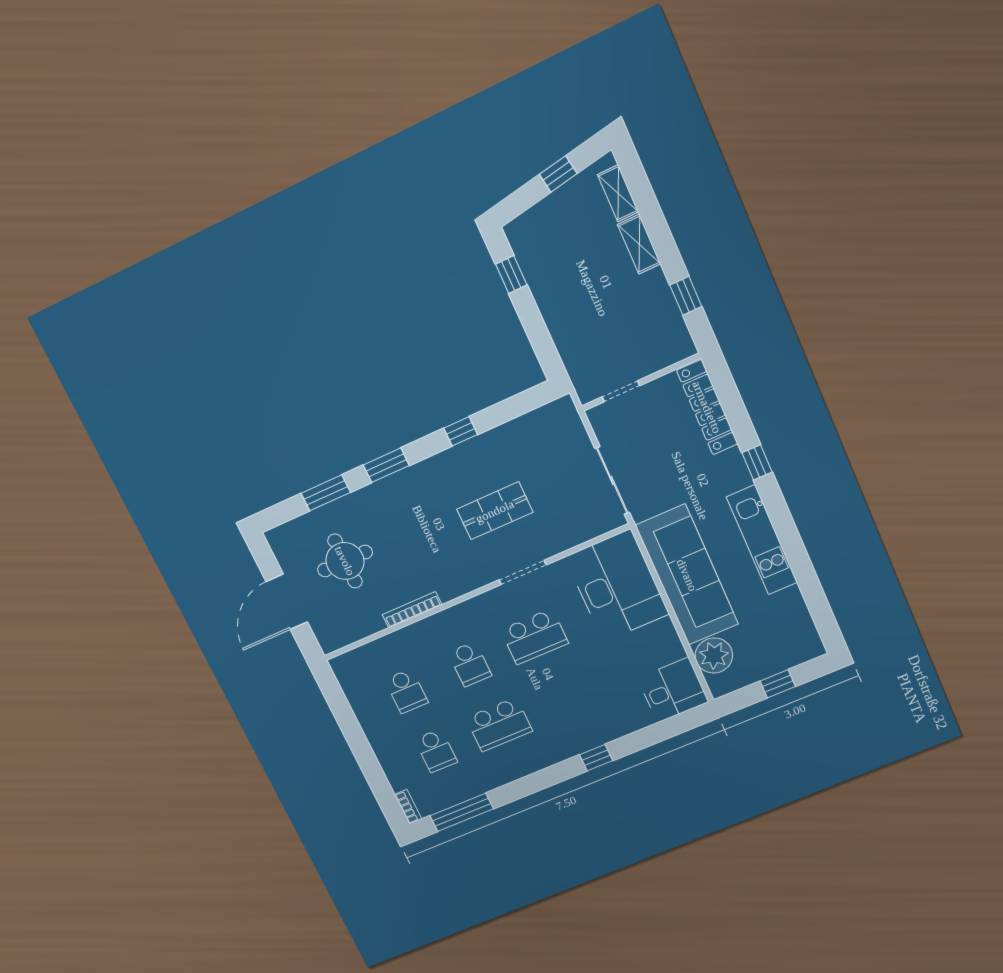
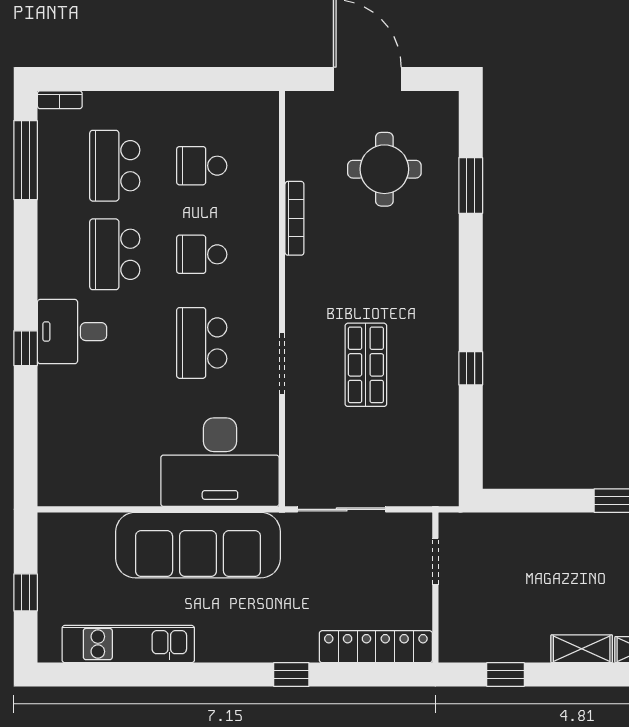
window: (386, 465) -> (471, 268), removed
kitchen unit: (762, 540) -> (128, 644), moved
plant: (714, 656) -> (91, 535), removed
desk: (673, 690) -> (72, 332), moved, turned 90
school desk: (436, 751) -> (115, 166), width x1.85

